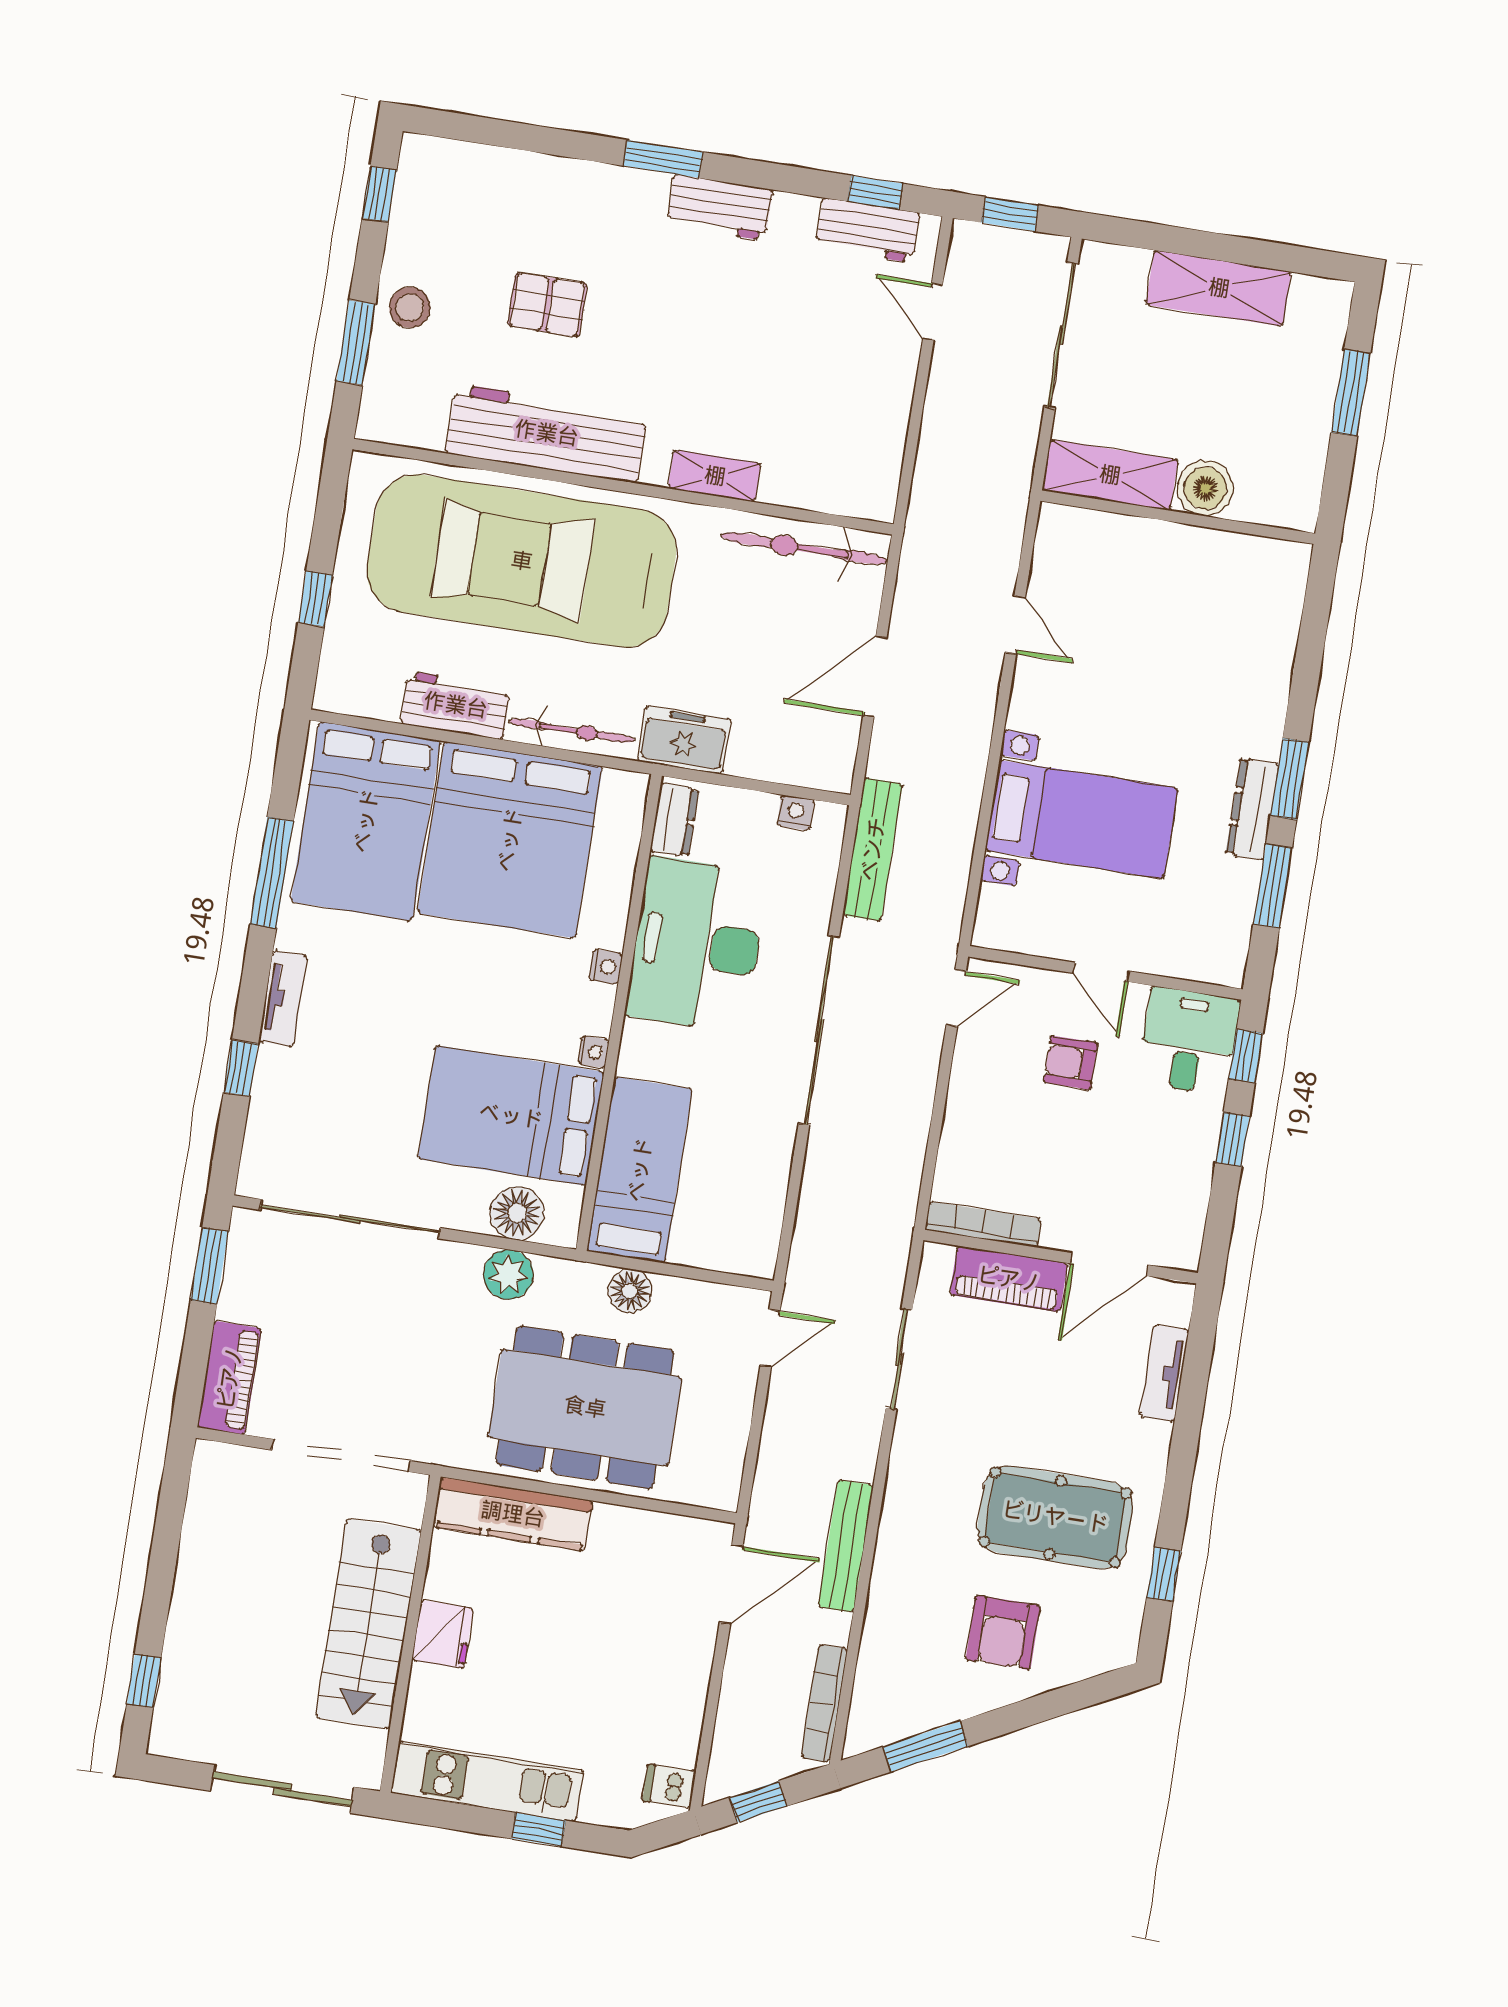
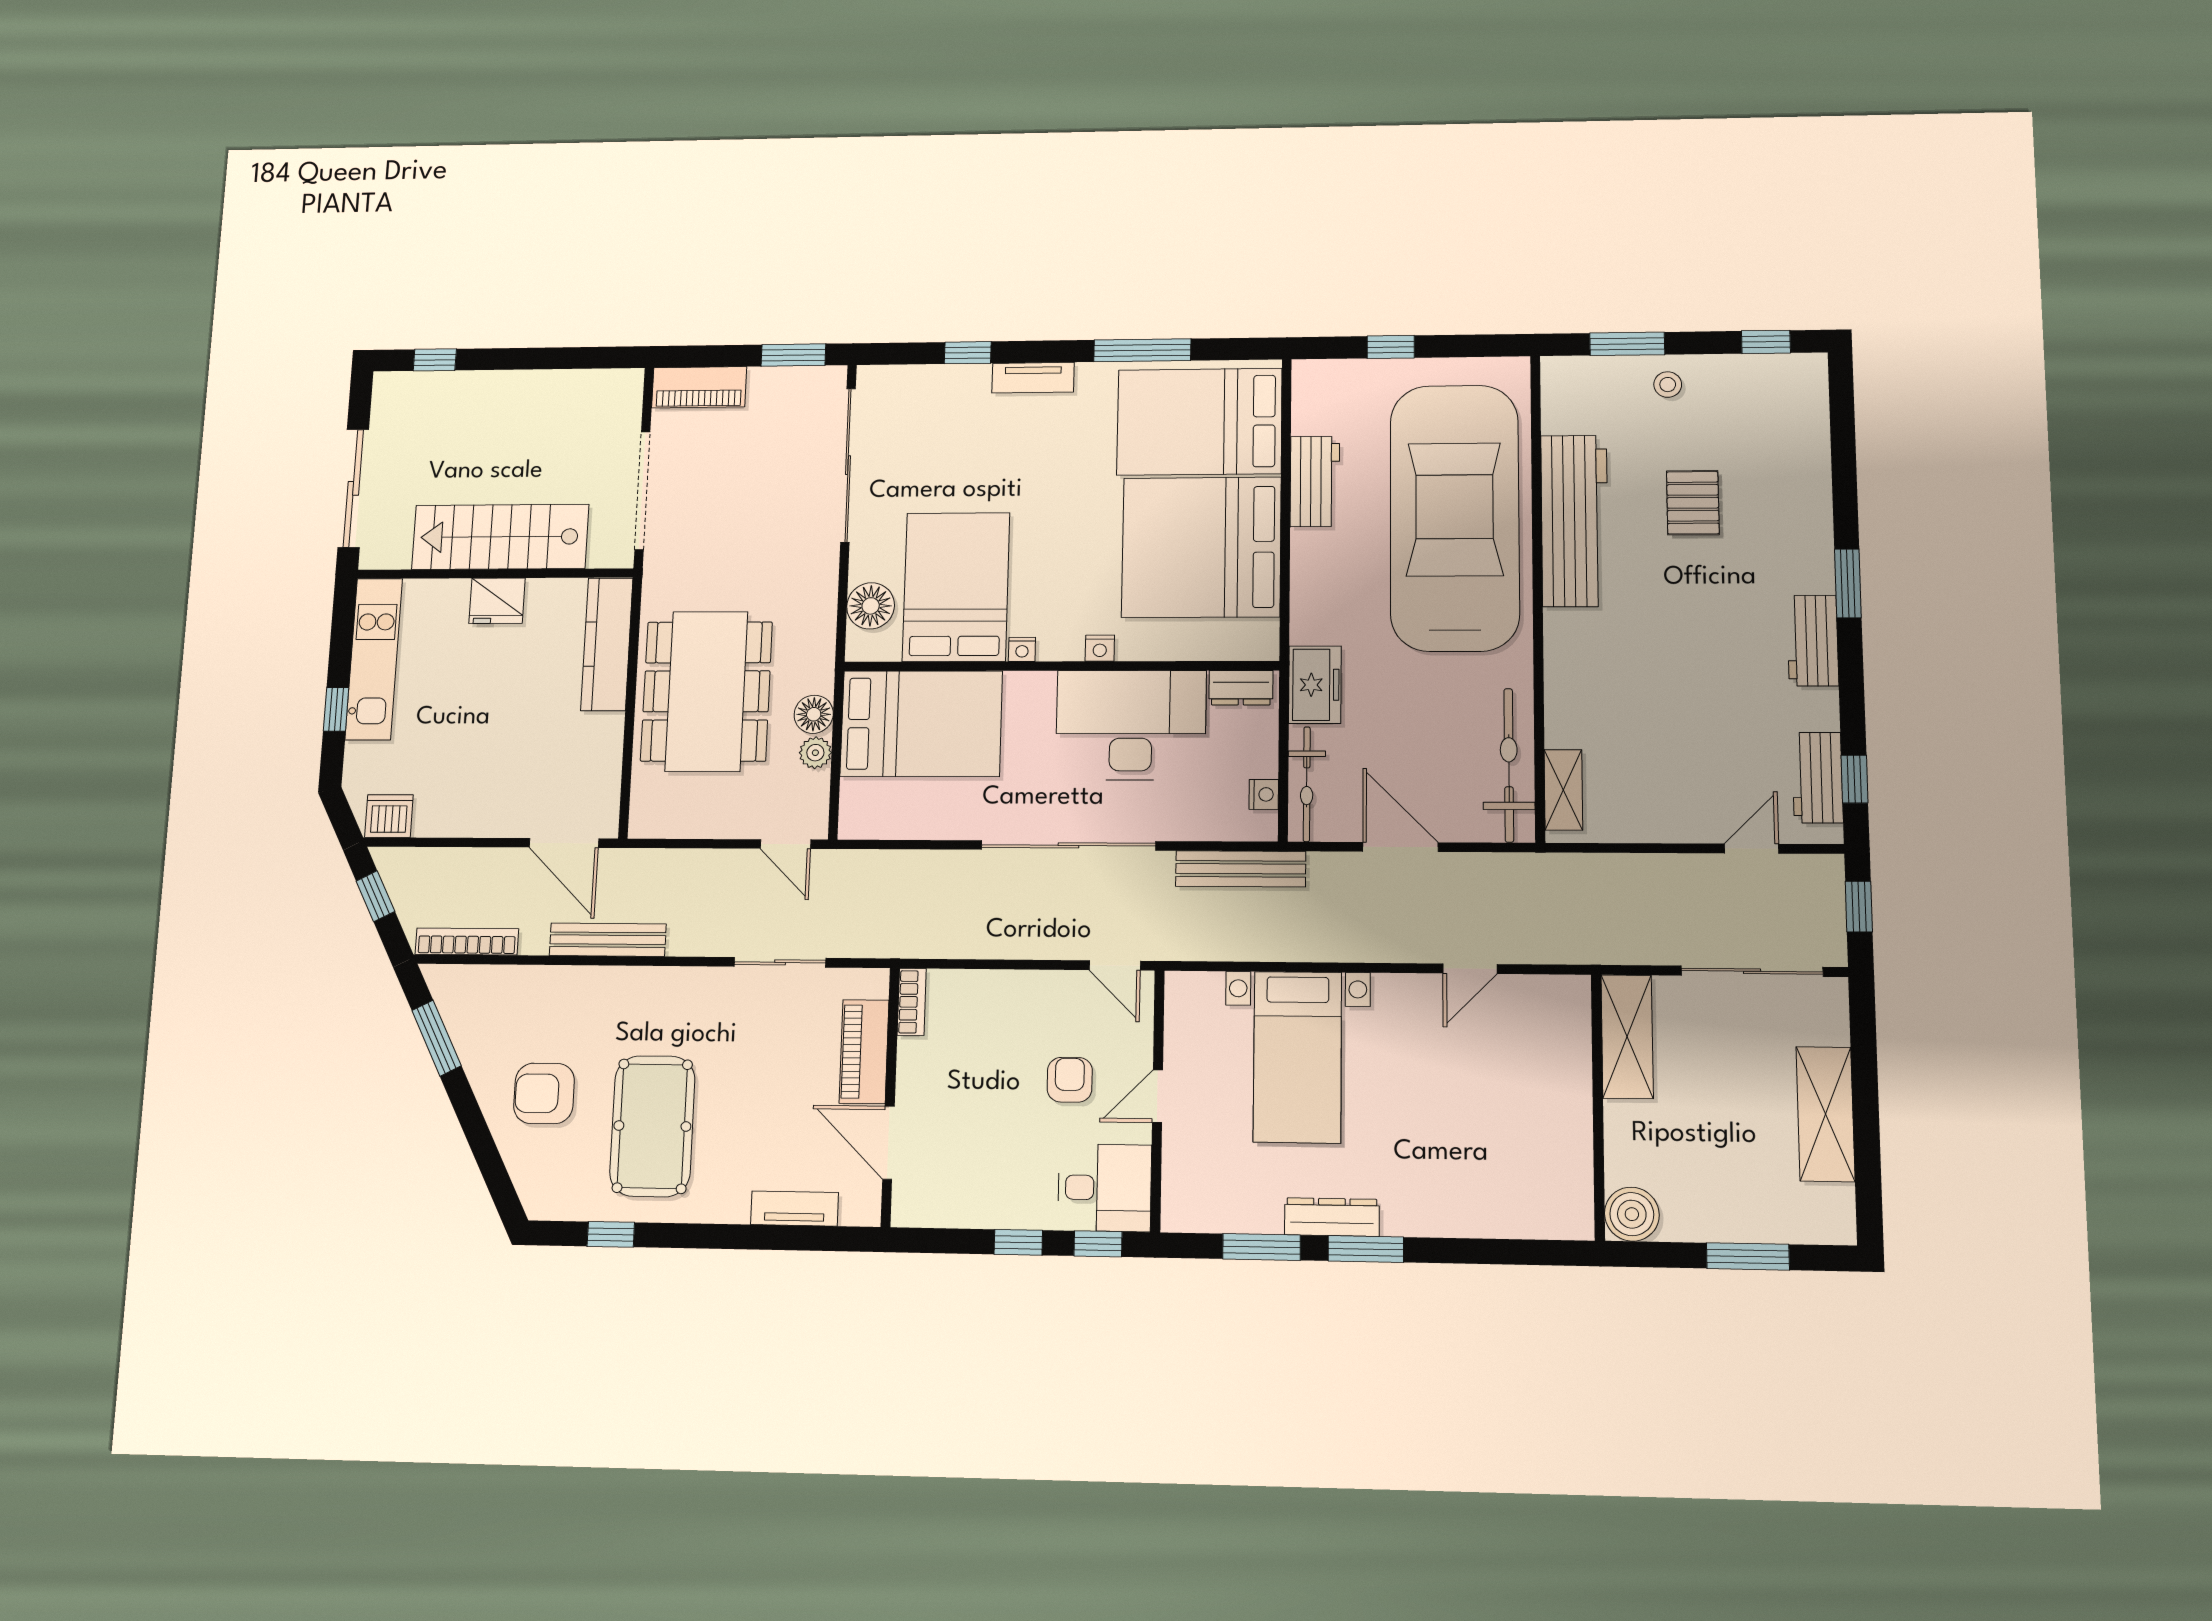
stool: (410, 307) -> (1668, 385), width x0.73, depth x0.73
shelving: (715, 476) -> (1563, 790), moved
boiler: (1205, 488) -> (1632, 1214), moved
bicycle: (572, 731) -> (1307, 784), moved
bed: (640, 1170) -> (921, 724), width x1.50
bookcase: (983, 1224) -> (912, 1002), width x0.64
plant: (508, 1275) -> (815, 753), moved, width x0.73, depth x0.73
dishwasher: (669, 1786) -> (389, 816), width x1.38

